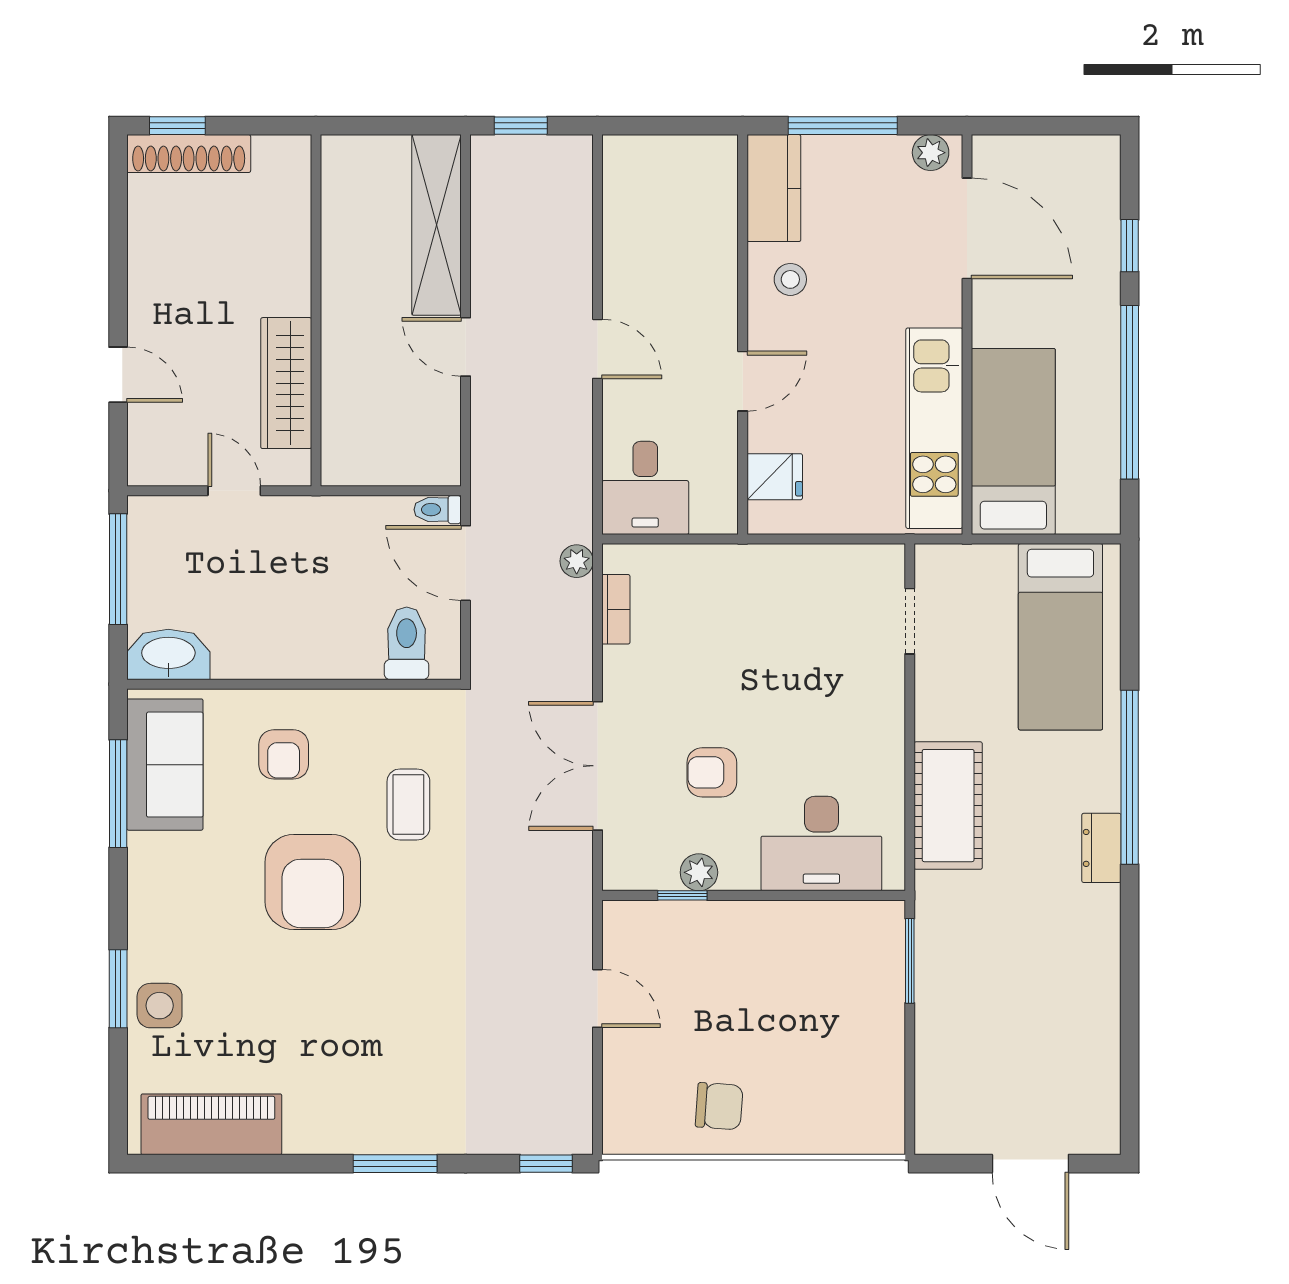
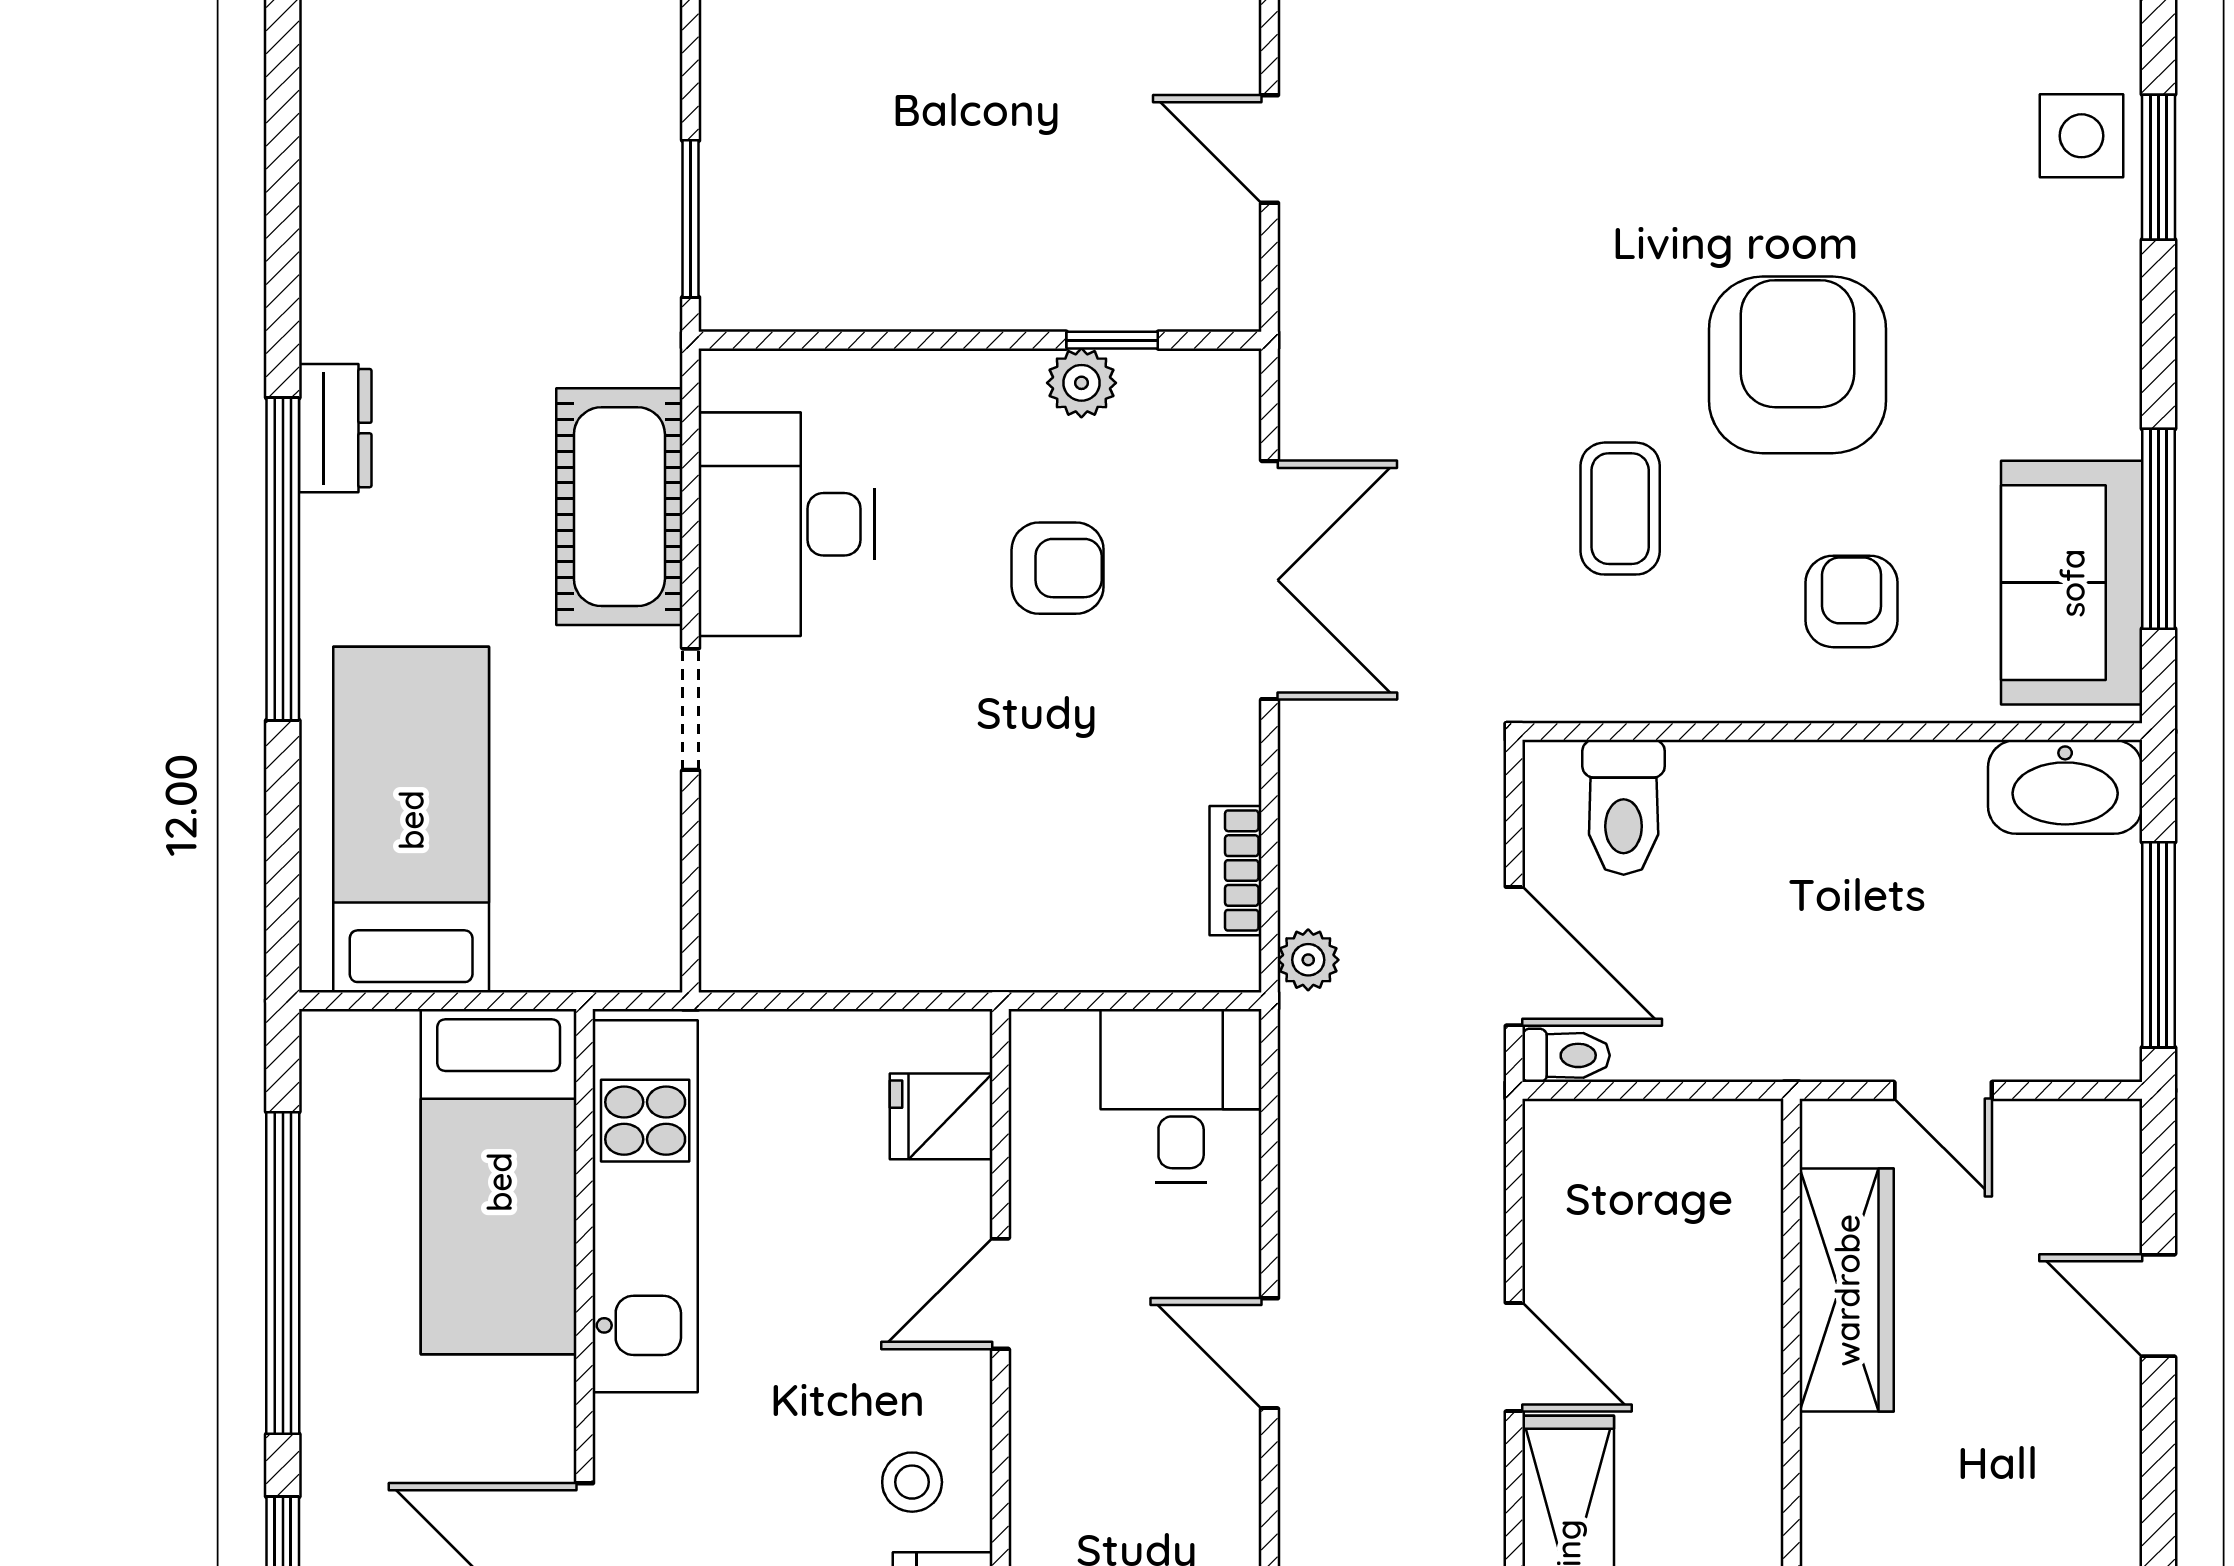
doorway: (910, 621) -> (691, 709), moved
desk: (821, 844) -> (787, 524), moved, turned -90

